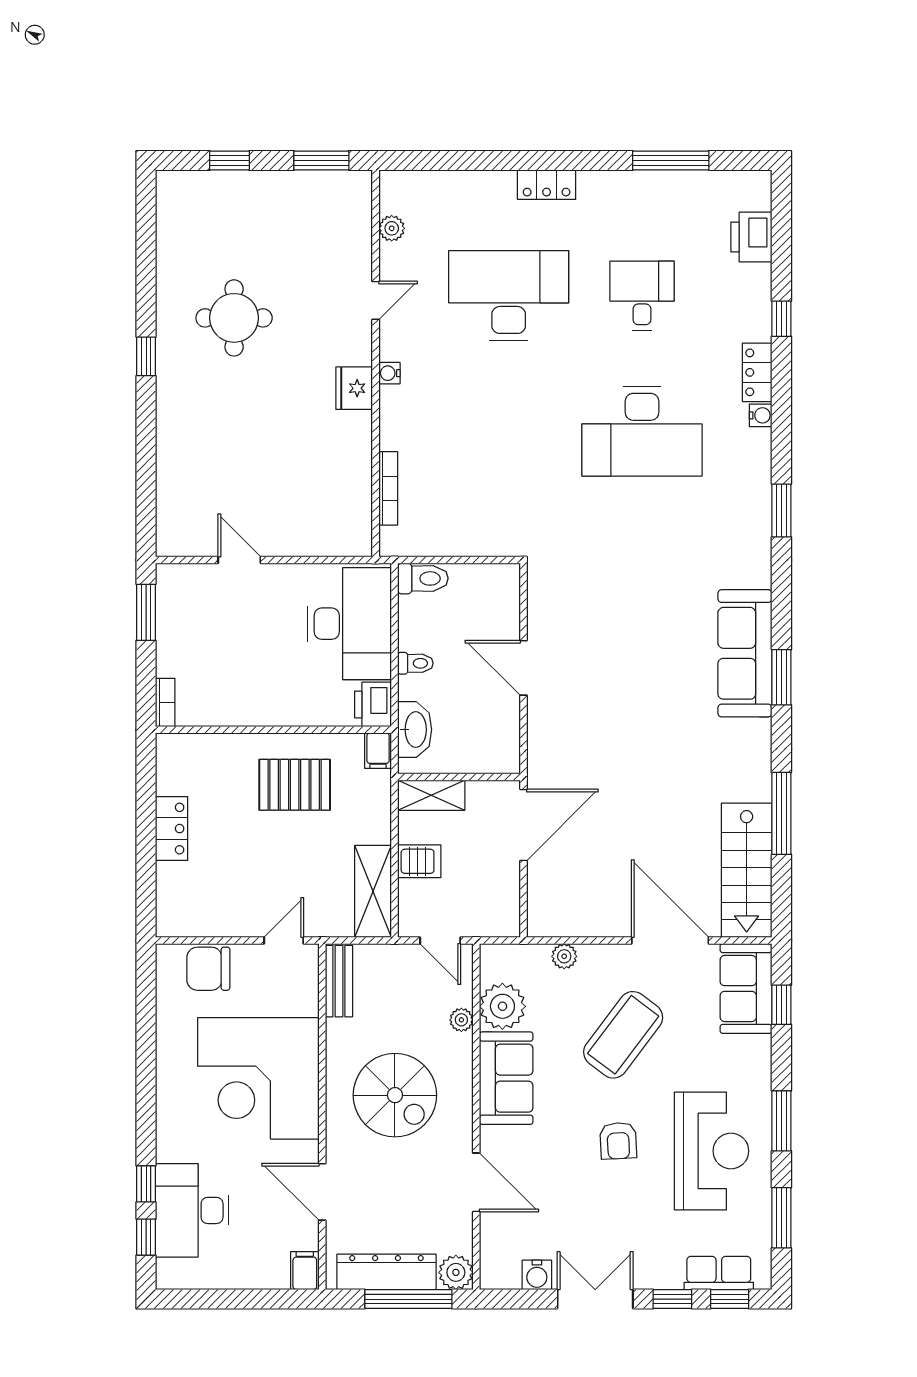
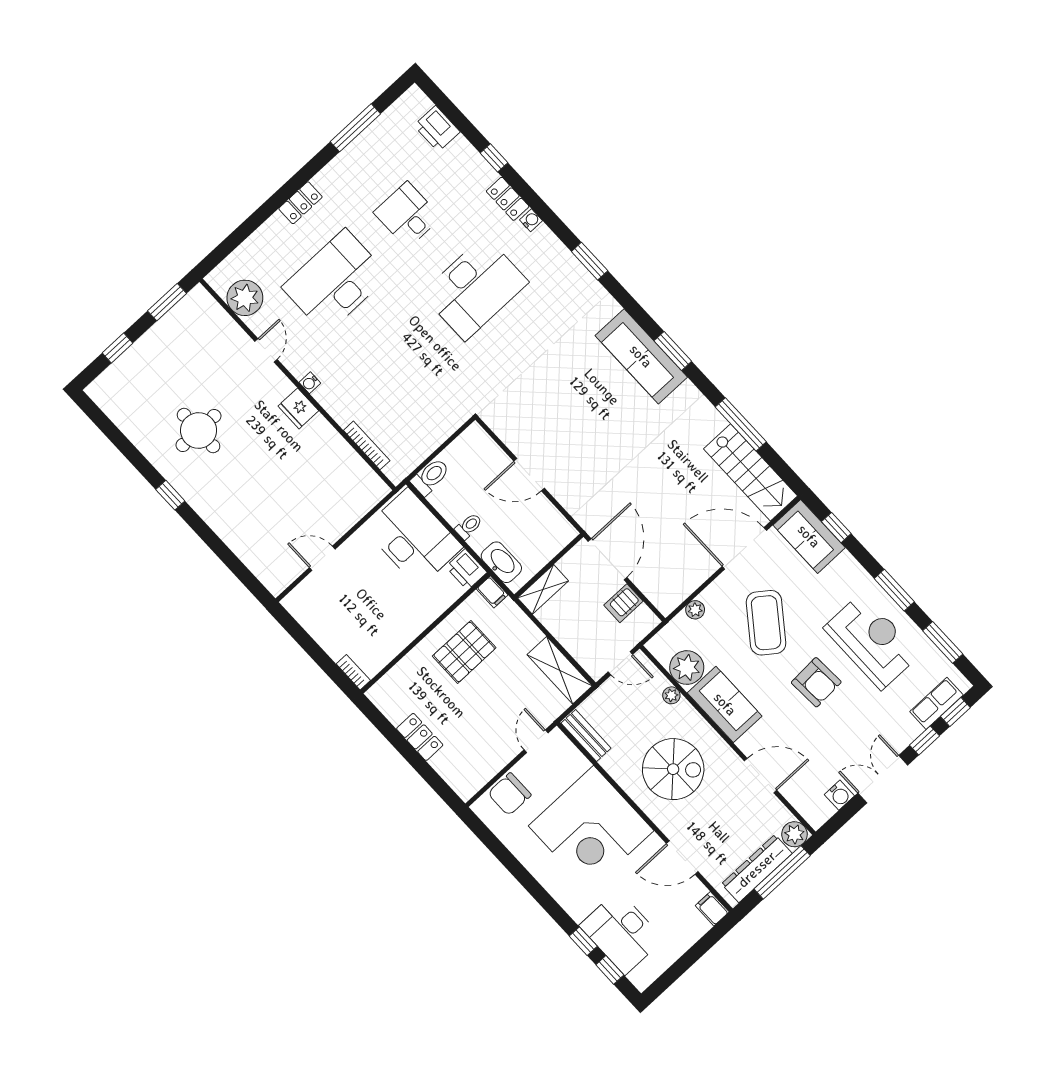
plant: (392, 228) -> (245, 298), width x1.88, depth x1.88
window: (146, 612) -> (298, 633), removed
server rack: (419, 861) -> (623, 603), moved, turned 180
armchair: (618, 1141) -> (816, 682), width x1.38, depth x1.38

